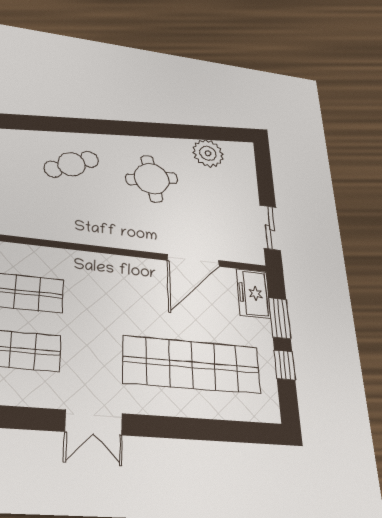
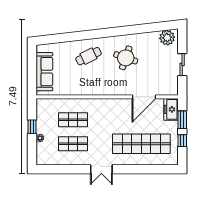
plant: (208, 153) -> (167, 38), moved
round table: (152, 179) -> (126, 58), turned 30
sliding door: (270, 228) -> (182, 65), moved

